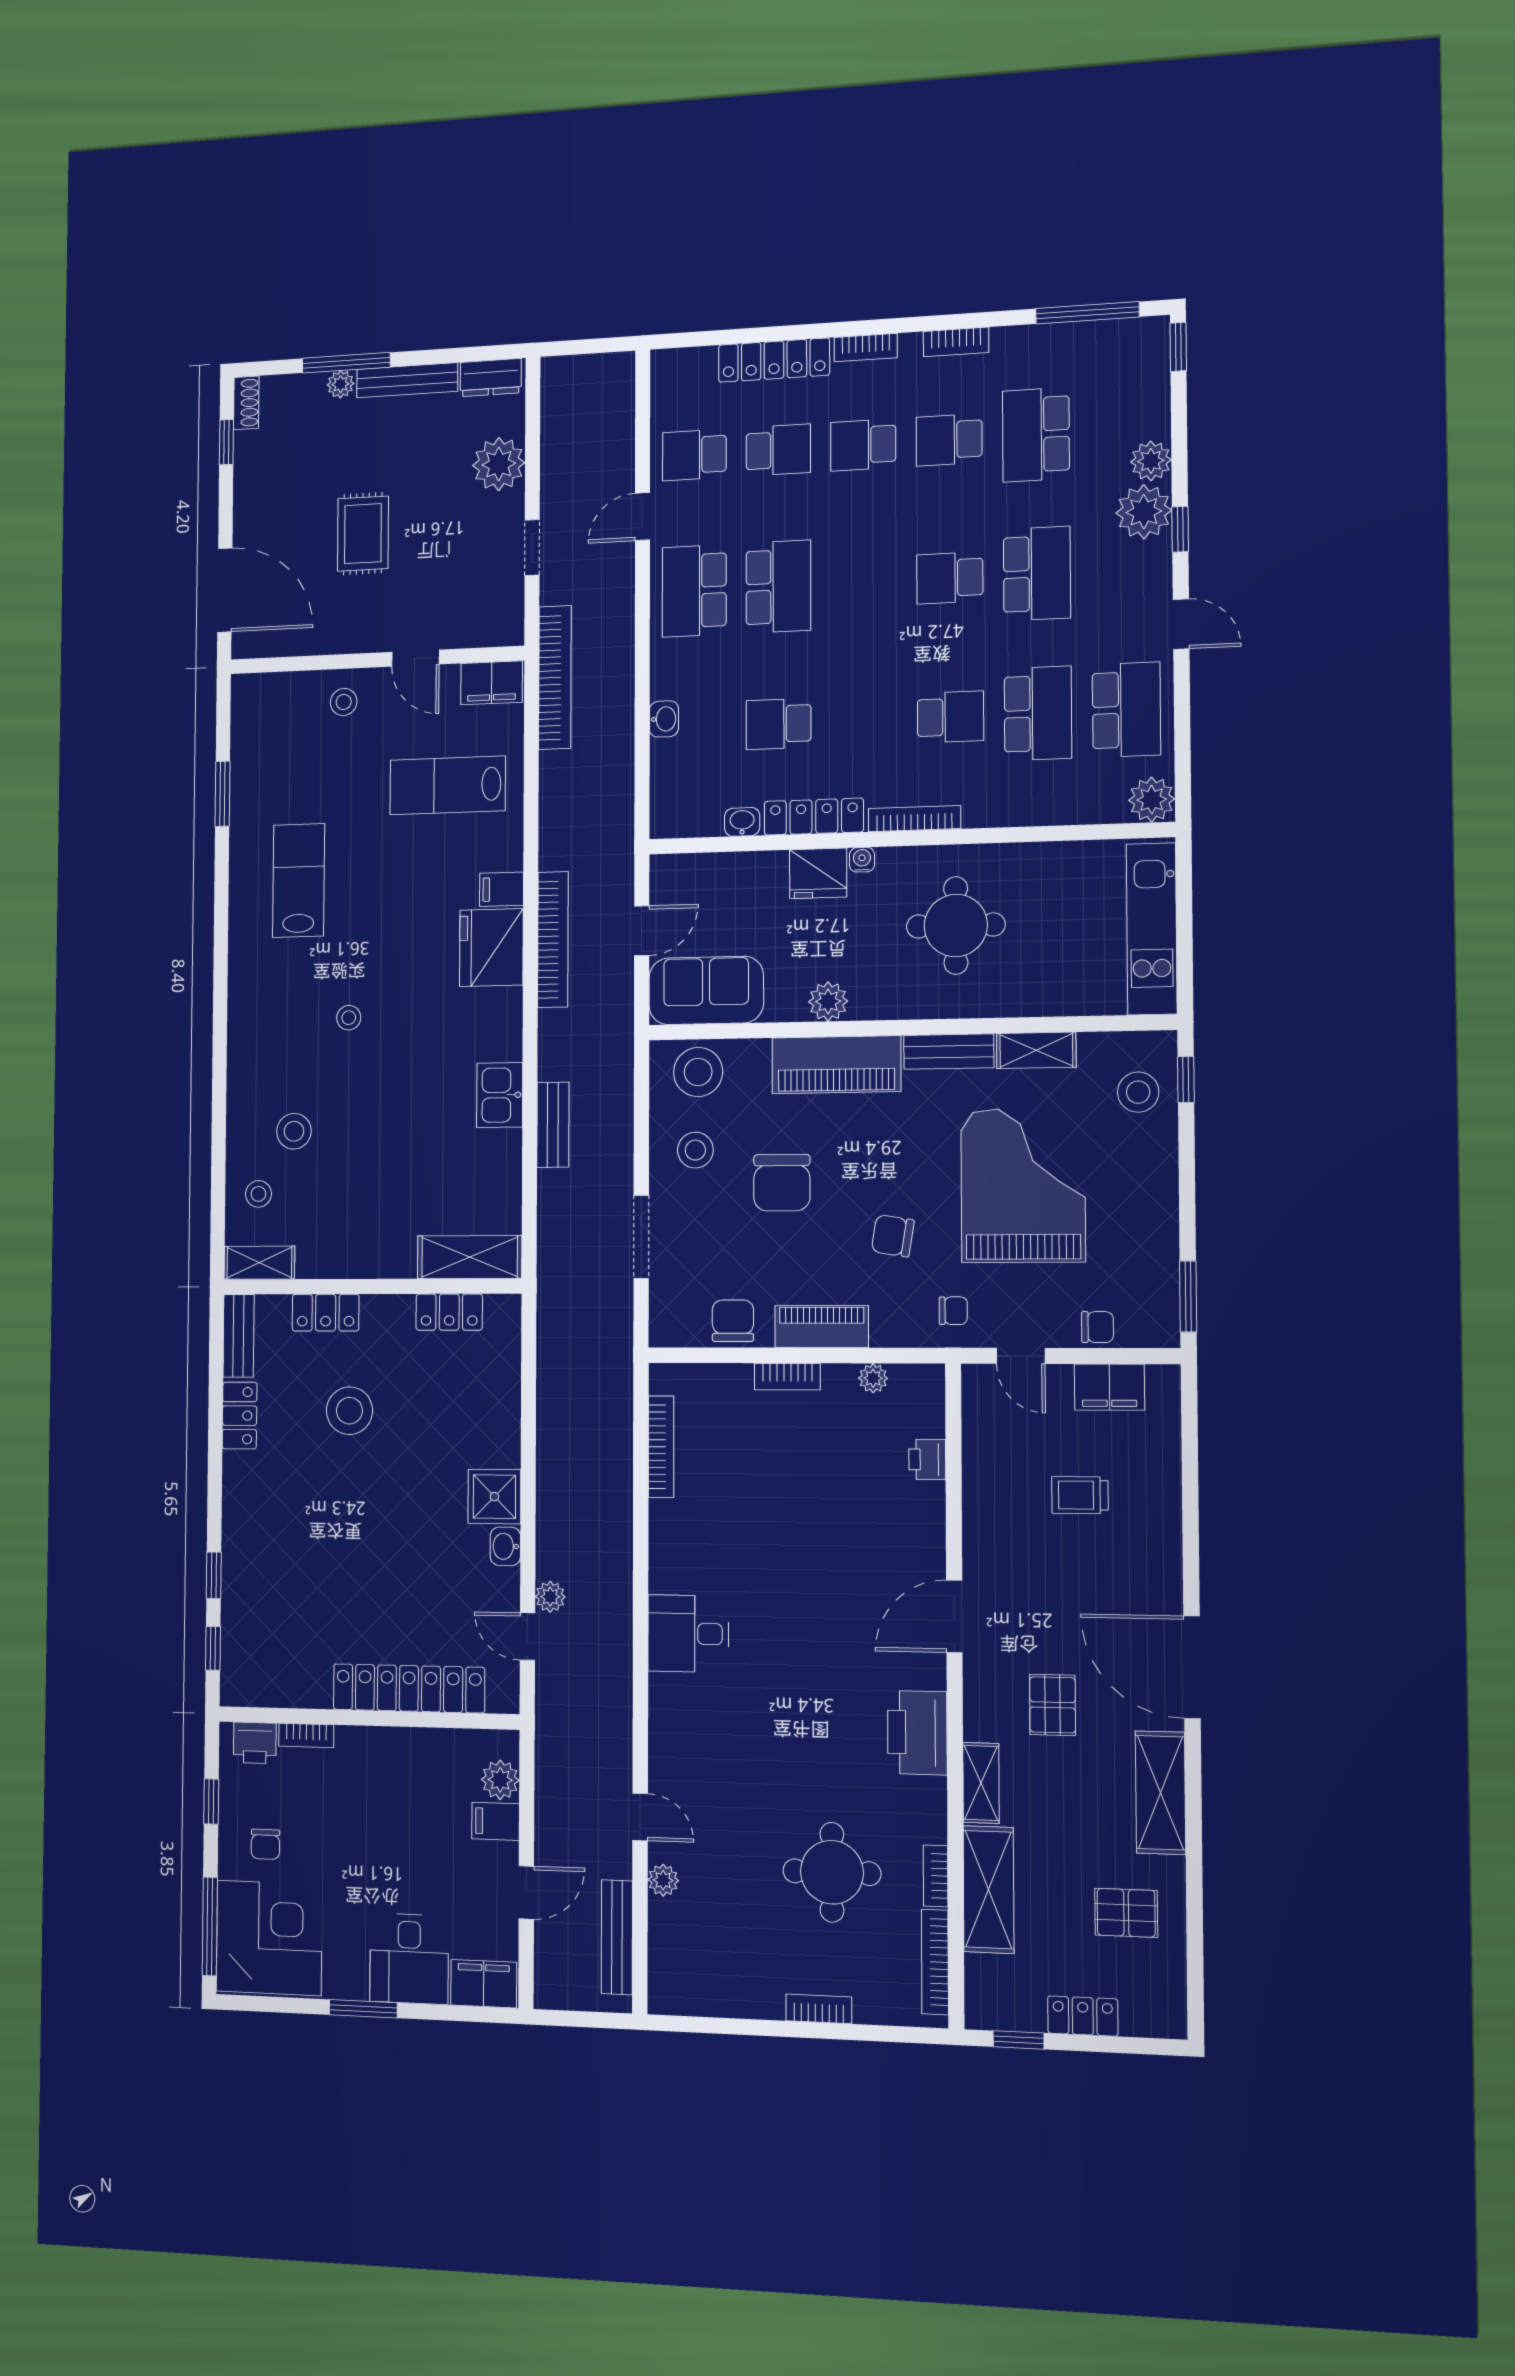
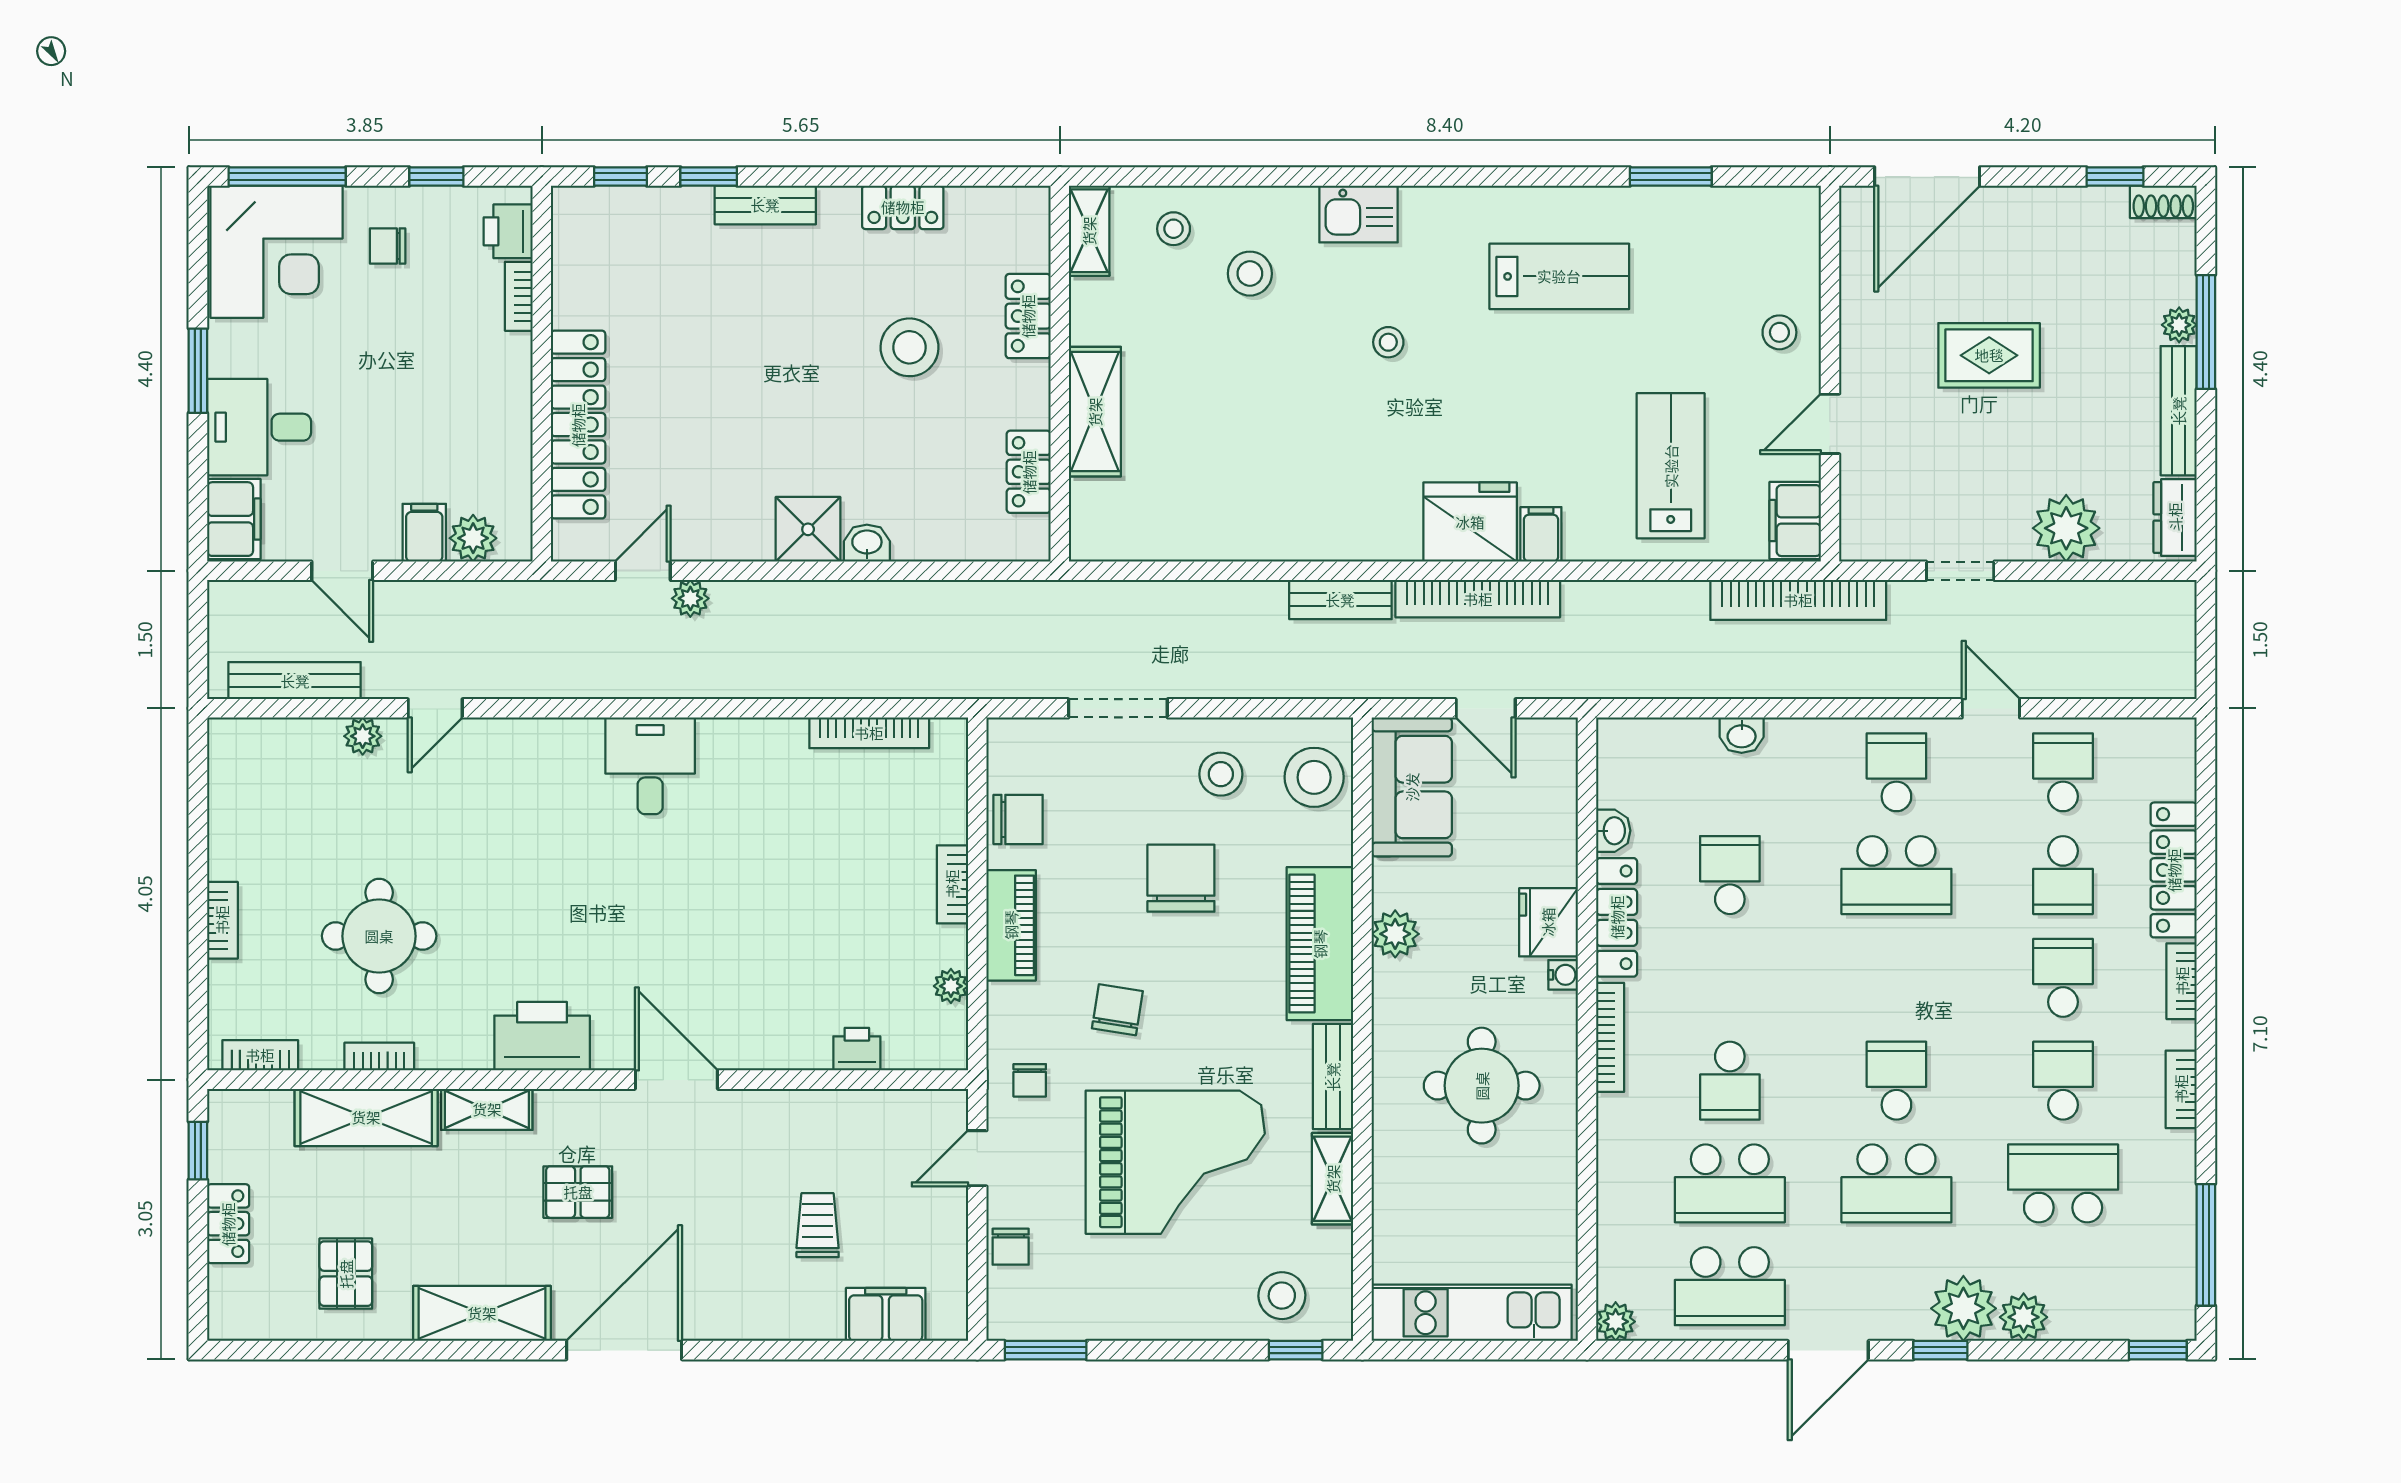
school desk: (694, 591) -> (1896, 772), width x0.54
door: (1181, 624) -> (1828, 1350), width x1.37
plant: (1152, 800) -> (1616, 1322), width x0.73, depth x0.73
kitchen sink: (500, 1095) -> (1358, 214), moved, turned 180
bench: (553, 1125) -> (1340, 600), moved
chair: (782, 1183) -> (1181, 878), turned 90
shelving: (470, 1257) -> (1095, 412), moved
bench: (239, 1336) -> (765, 205), moved
filing cabinet: (1109, 1387) -> (886, 1314), moved, turned 90
washbasin: (505, 1546) -> (867, 543), moved
bookcase: (935, 1962) -> (260, 1055), width x0.64

